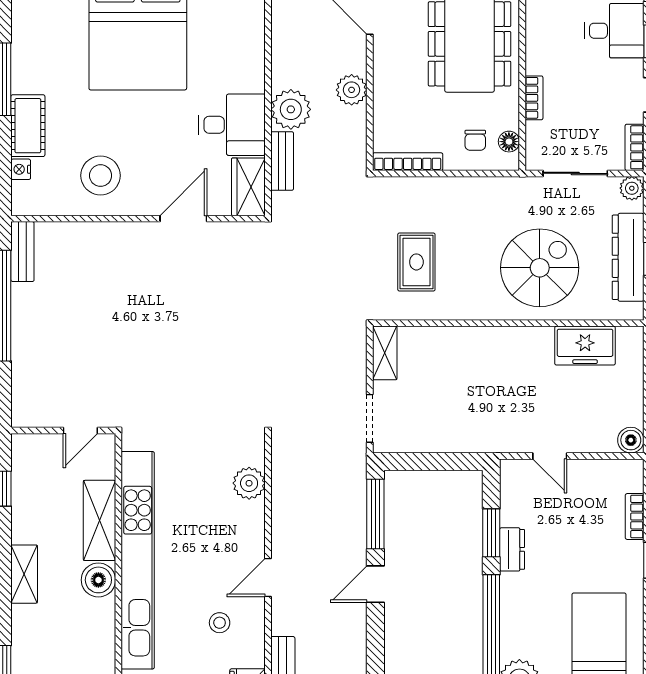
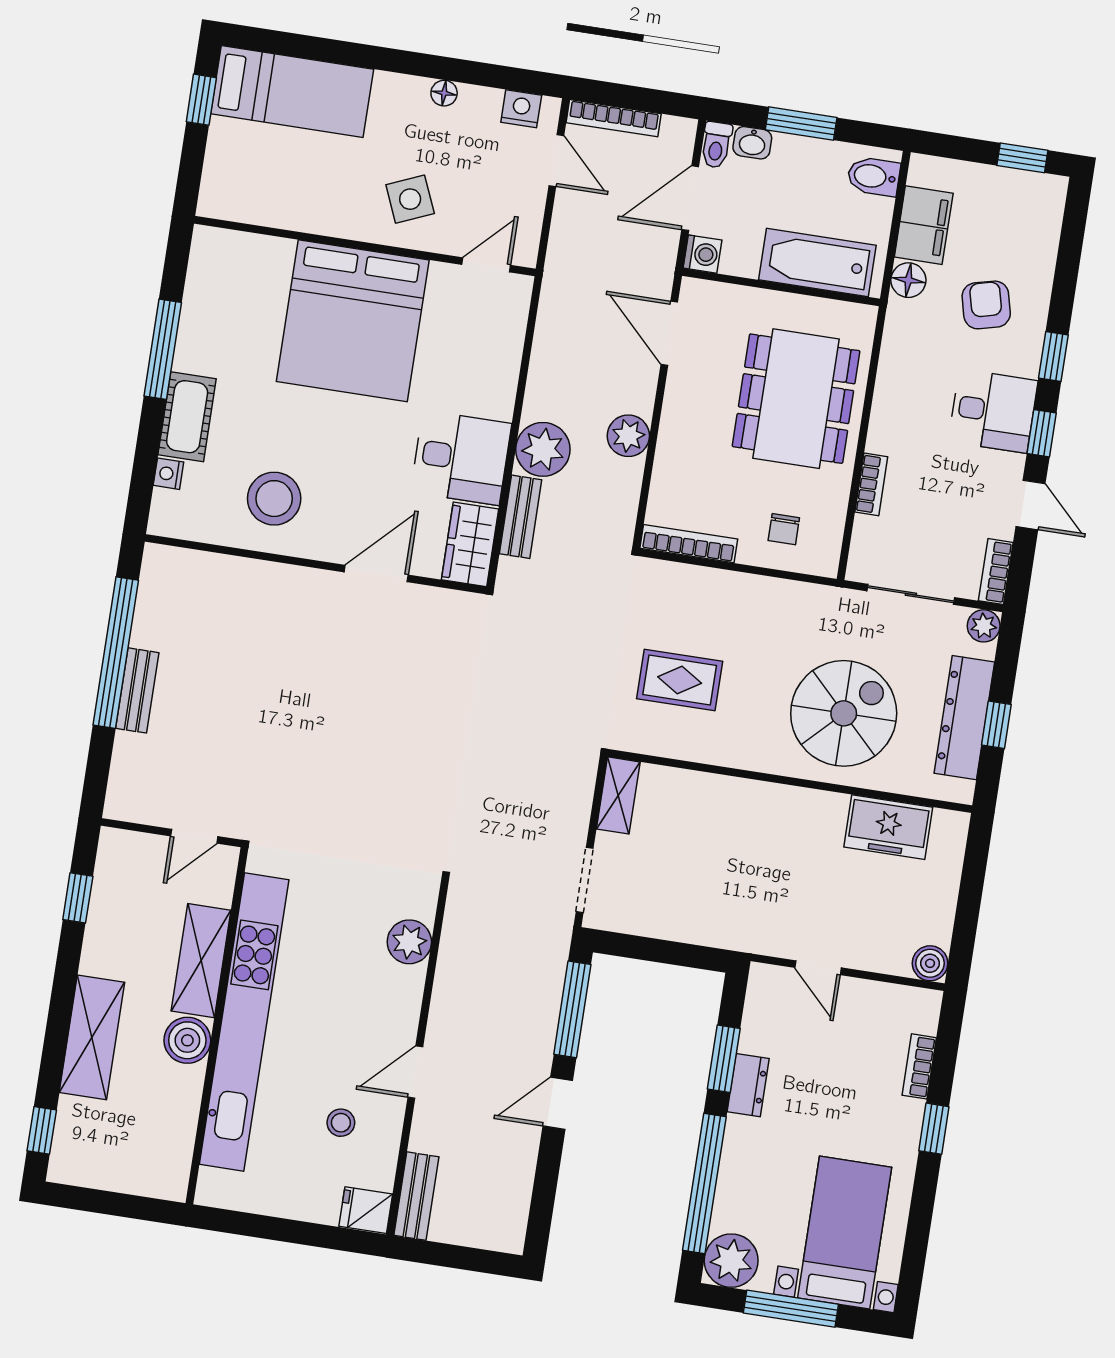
floor lamp: (509, 142) -> (829, 538), removed
bench: (22, 252) -> (137, 690), moved
rug: (416, 262) -> (680, 680), turned 90
shelving: (24, 574) -> (92, 1037), width x1.50, depth x1.33

